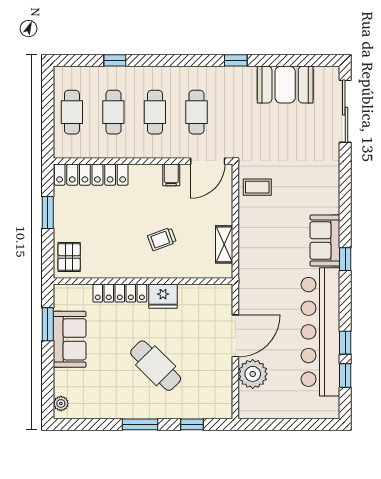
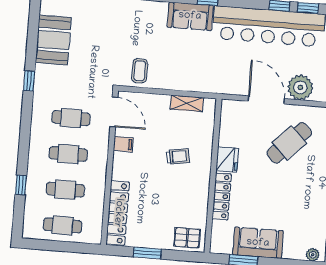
trolley: (162, 239) -> (178, 156), turned -80
cafe table: (156, 366) -> (289, 143), moved

